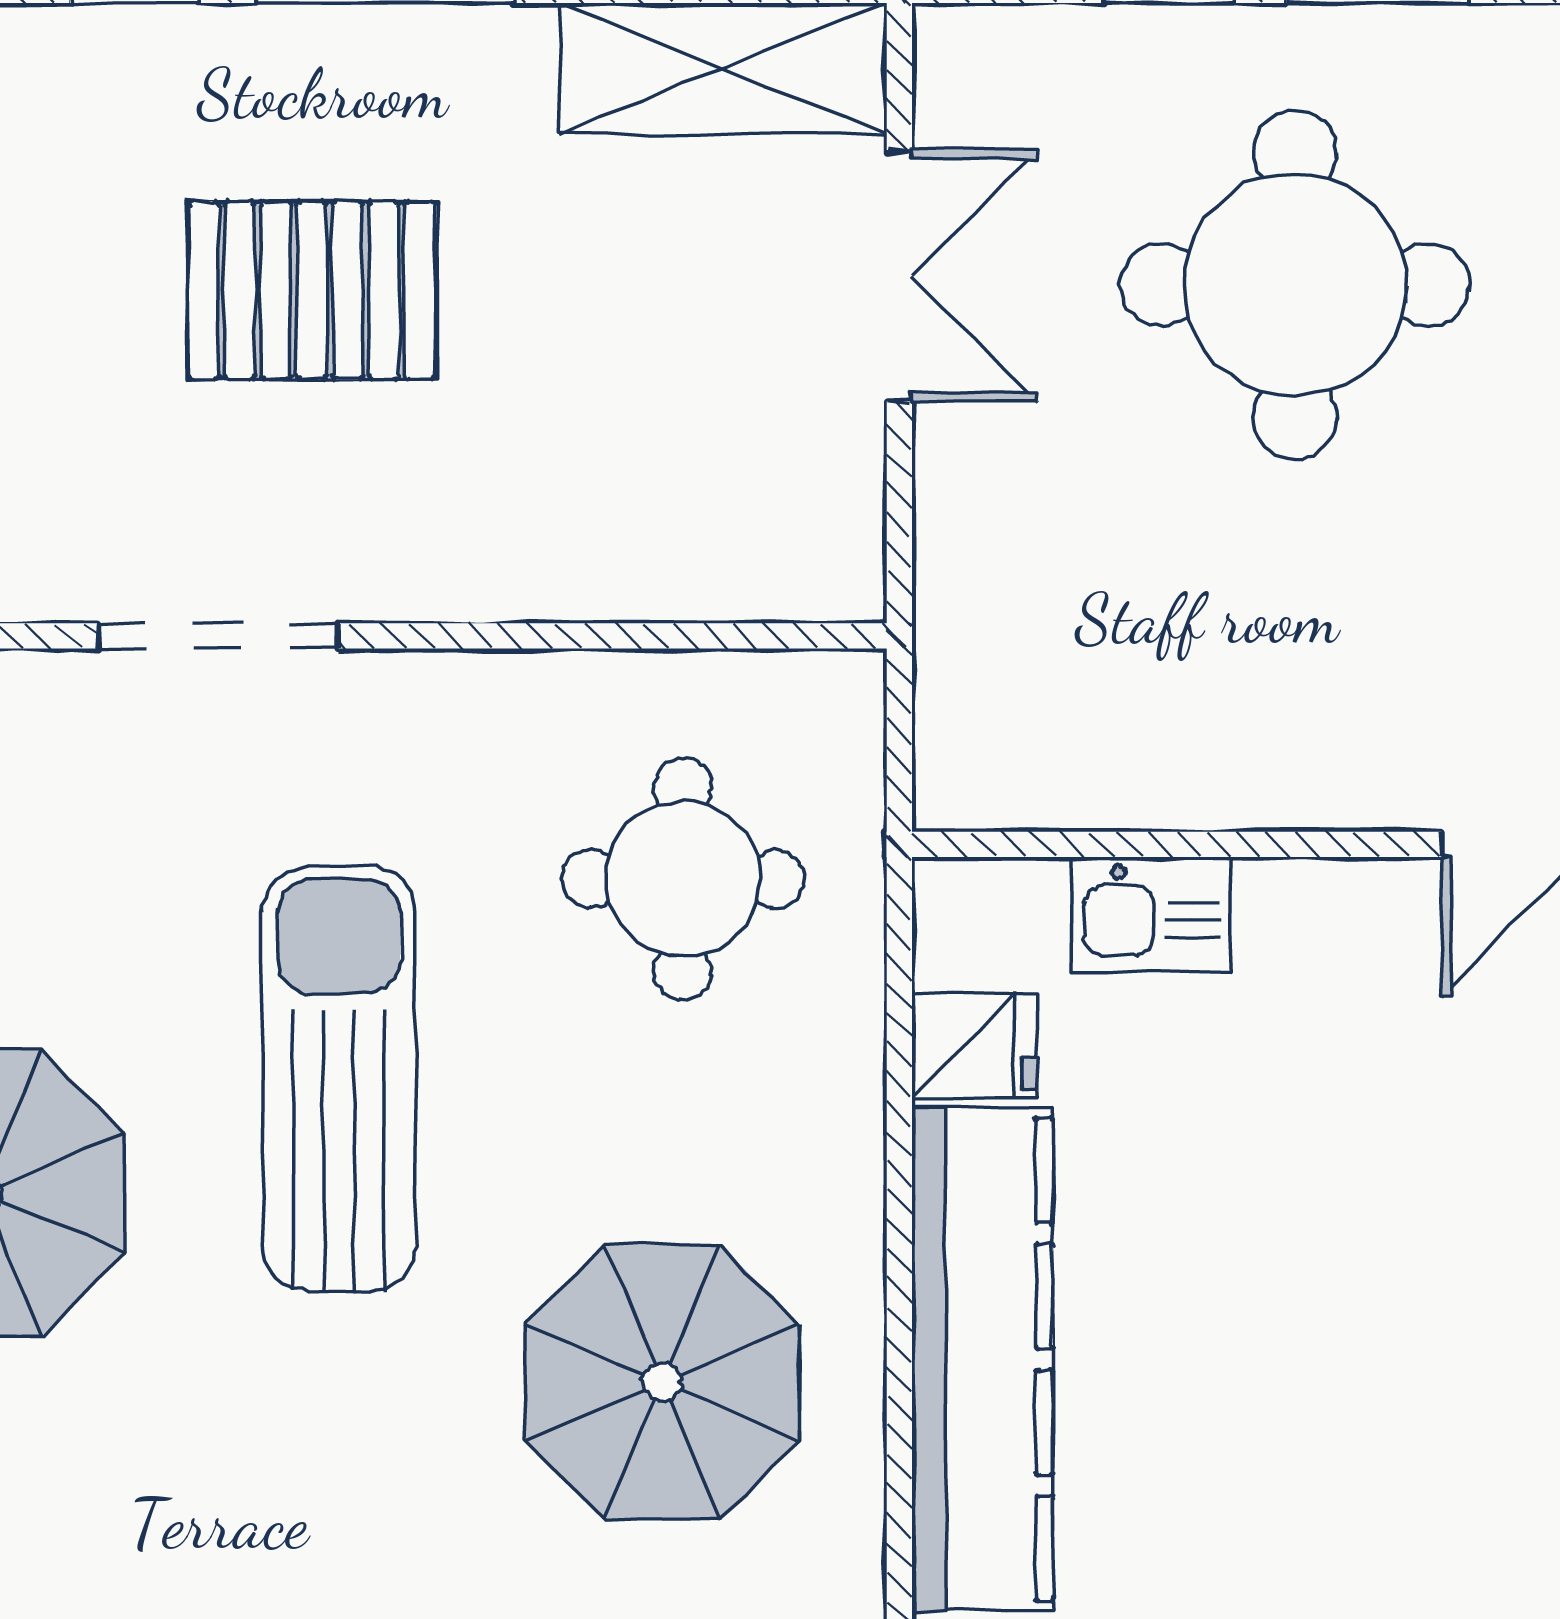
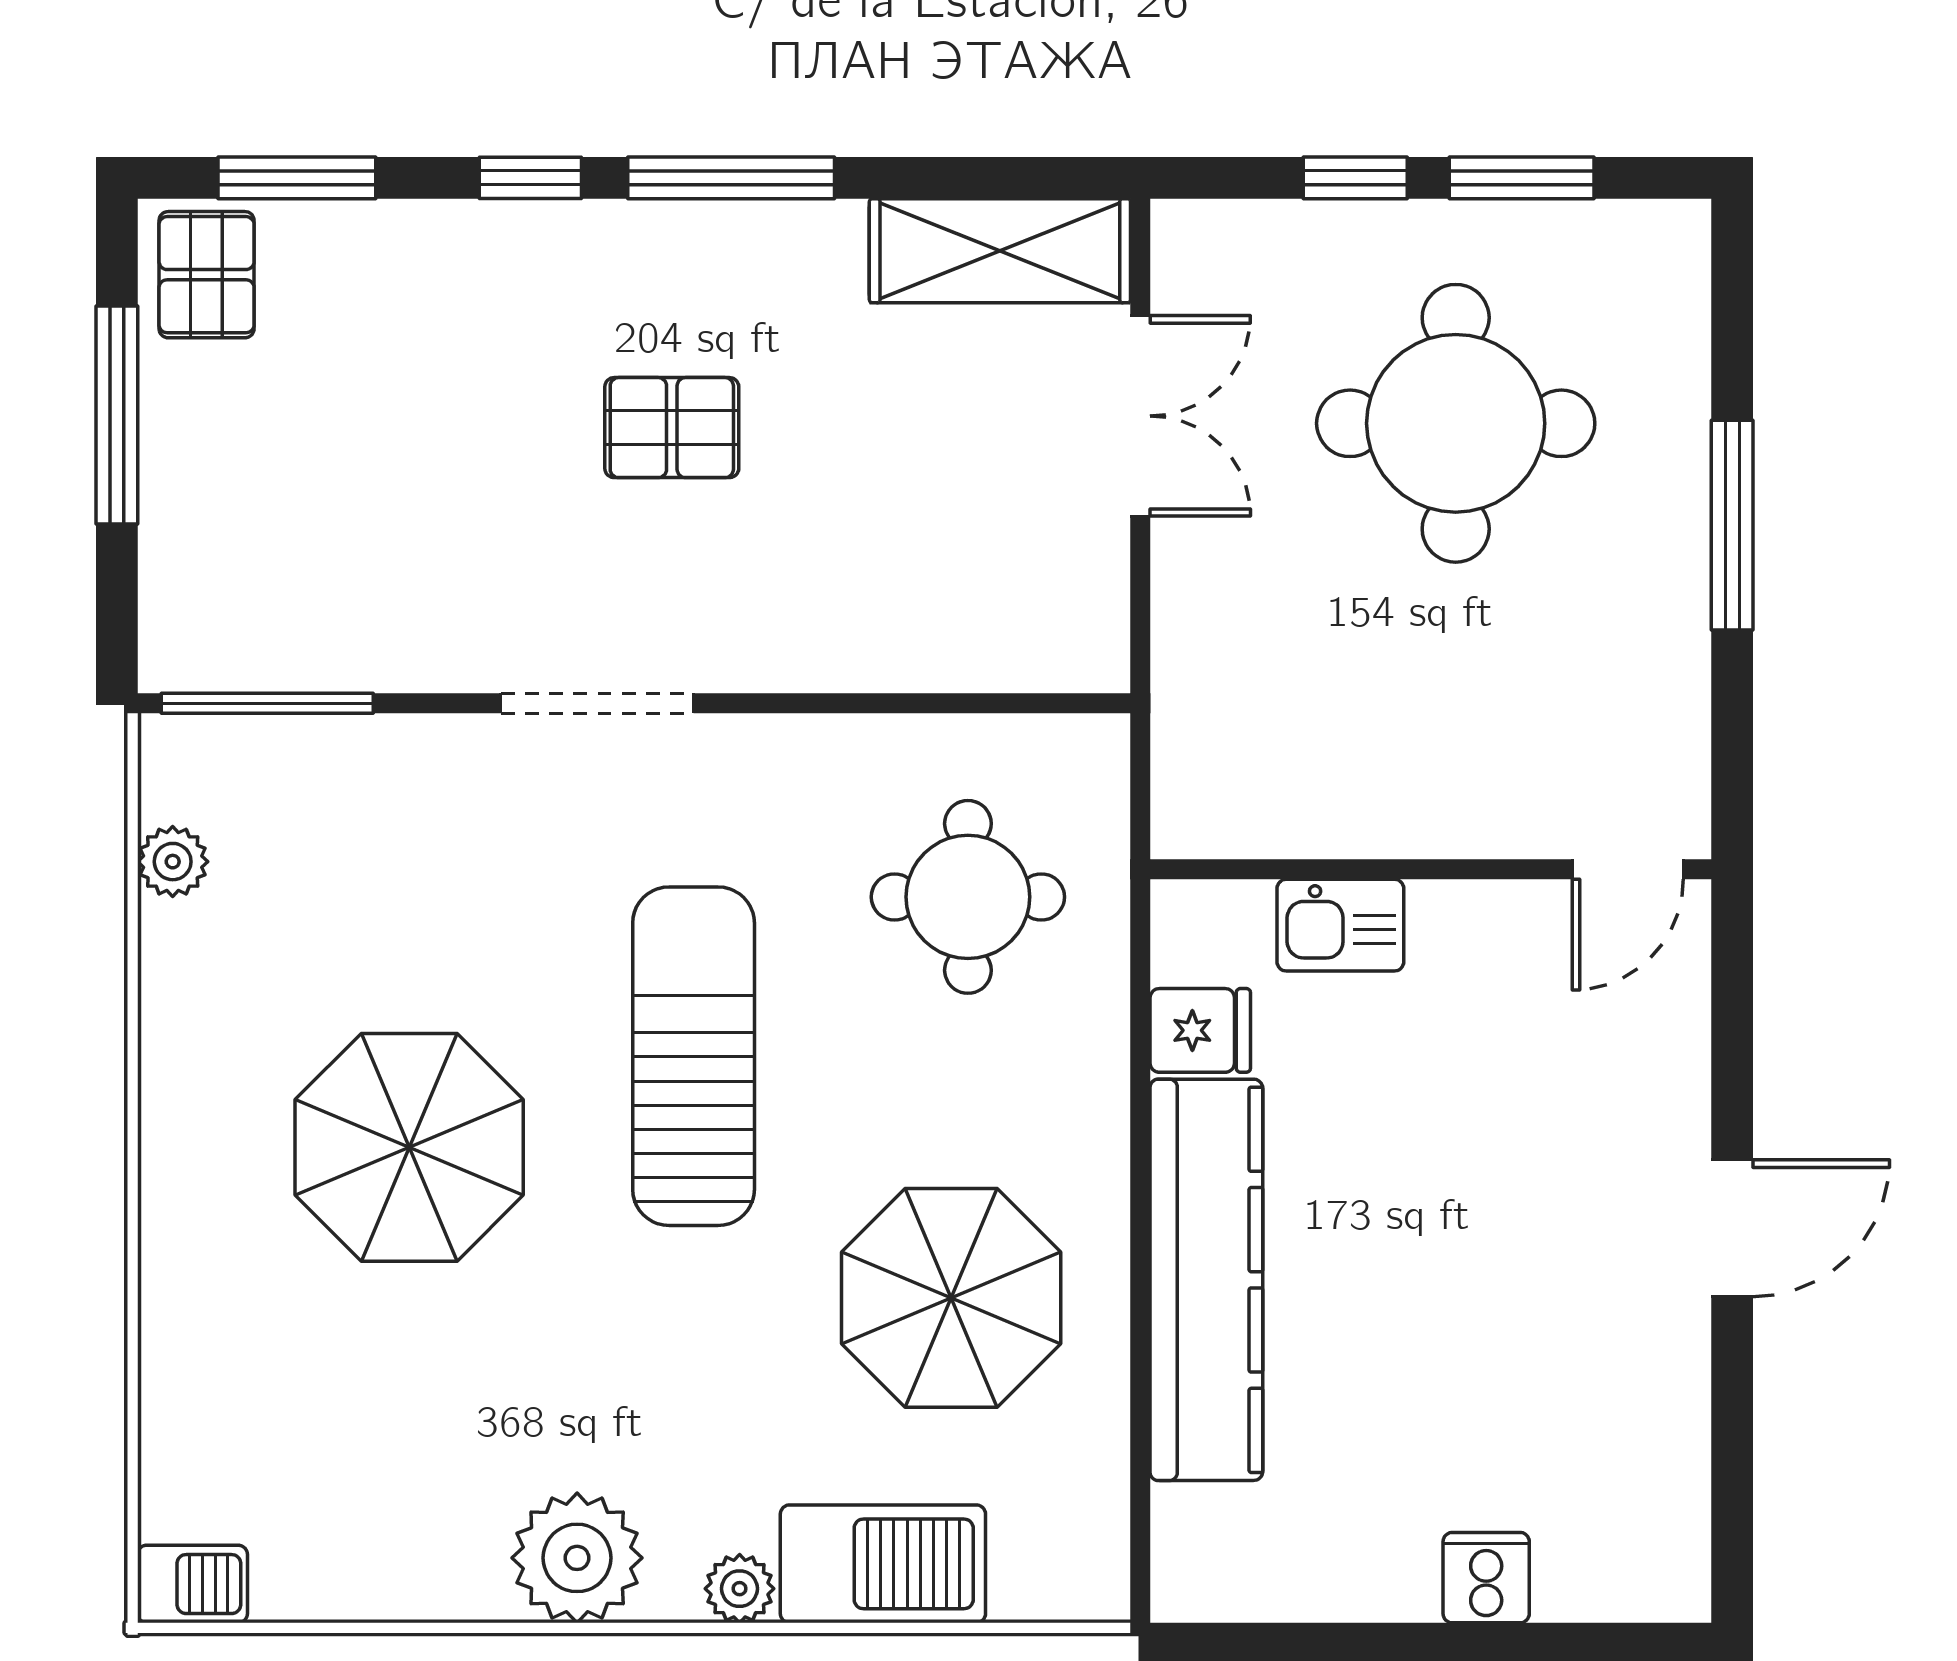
pallet: (312, 290) -> (672, 428), width x0.67, depth x0.71

